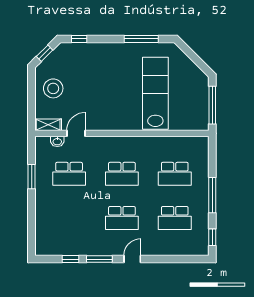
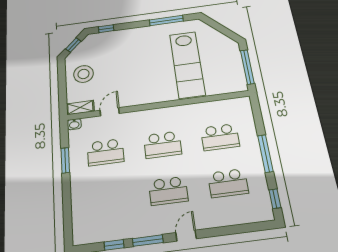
lab bench: (155, 93) -> (187, 64), turned 180
washbasin: (57, 141) -> (74, 124), moved

